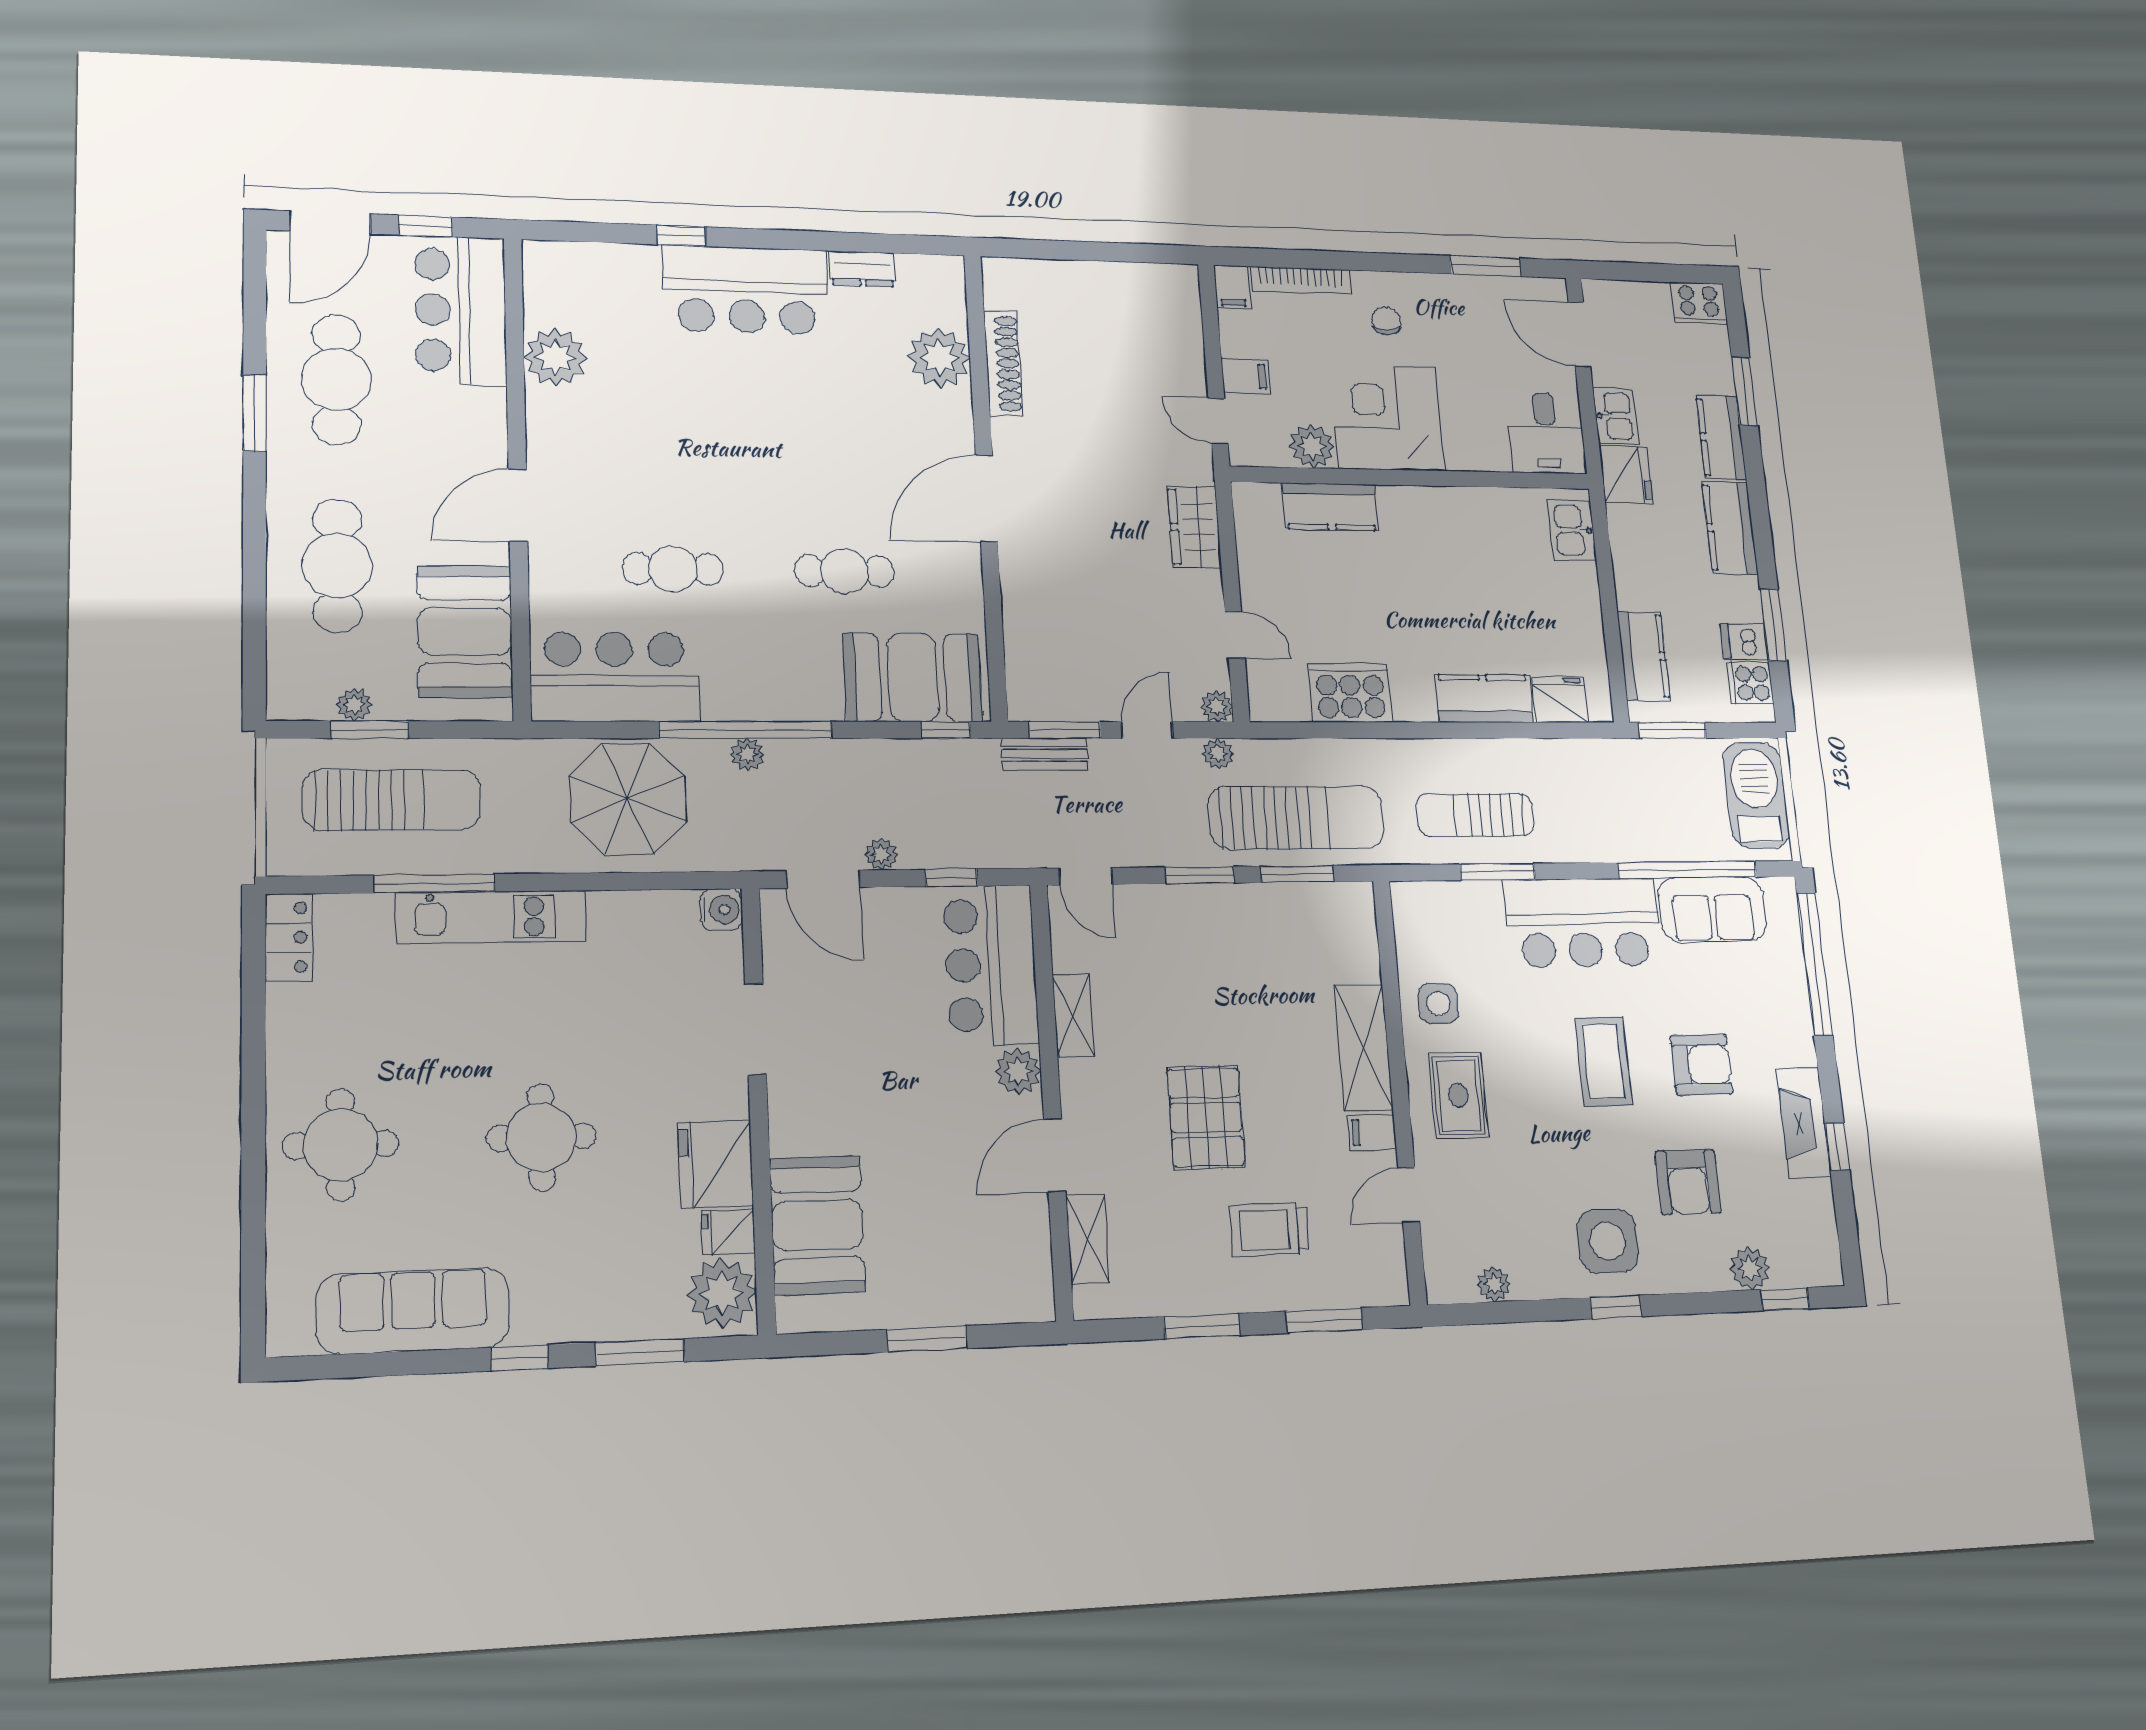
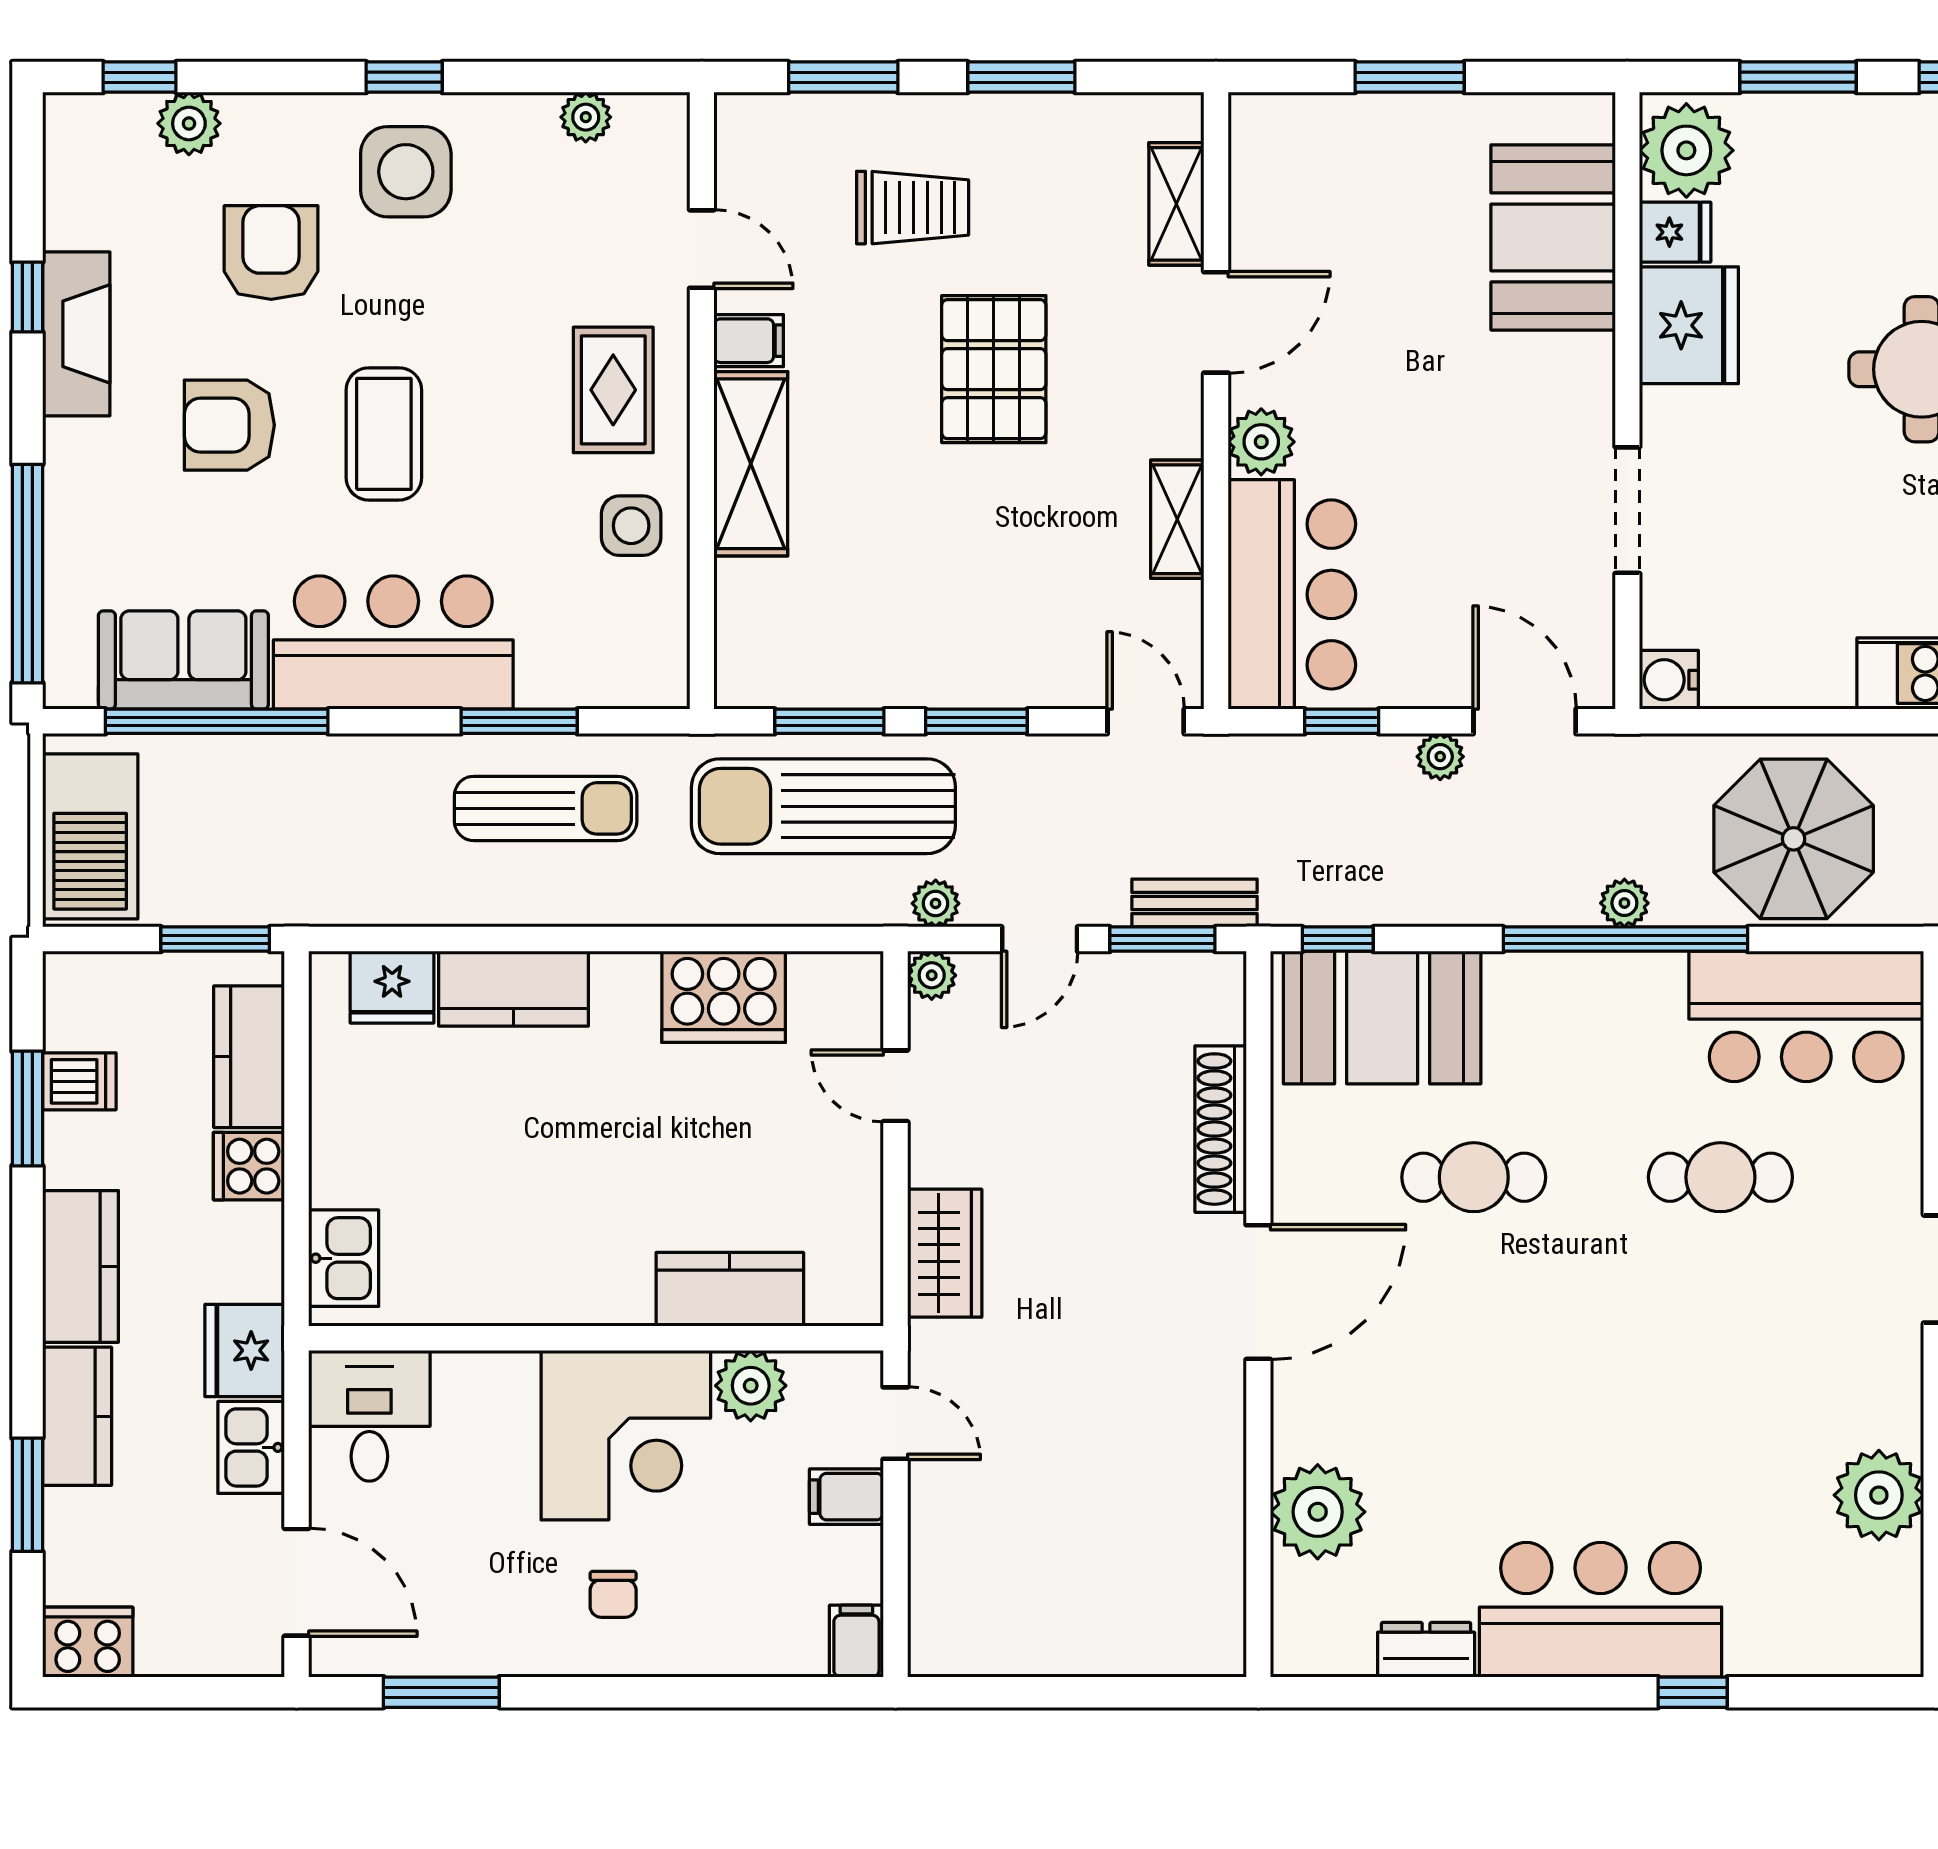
bookcase: (1301, 280) -> (745, 1657), removed
shoe rack: (1004, 363) -> (1221, 1129), moved
cooker: (1750, 683) -> (249, 1166), moved, turned 180
door: (1409, 1195) -> (702, 249), hinge flipped

